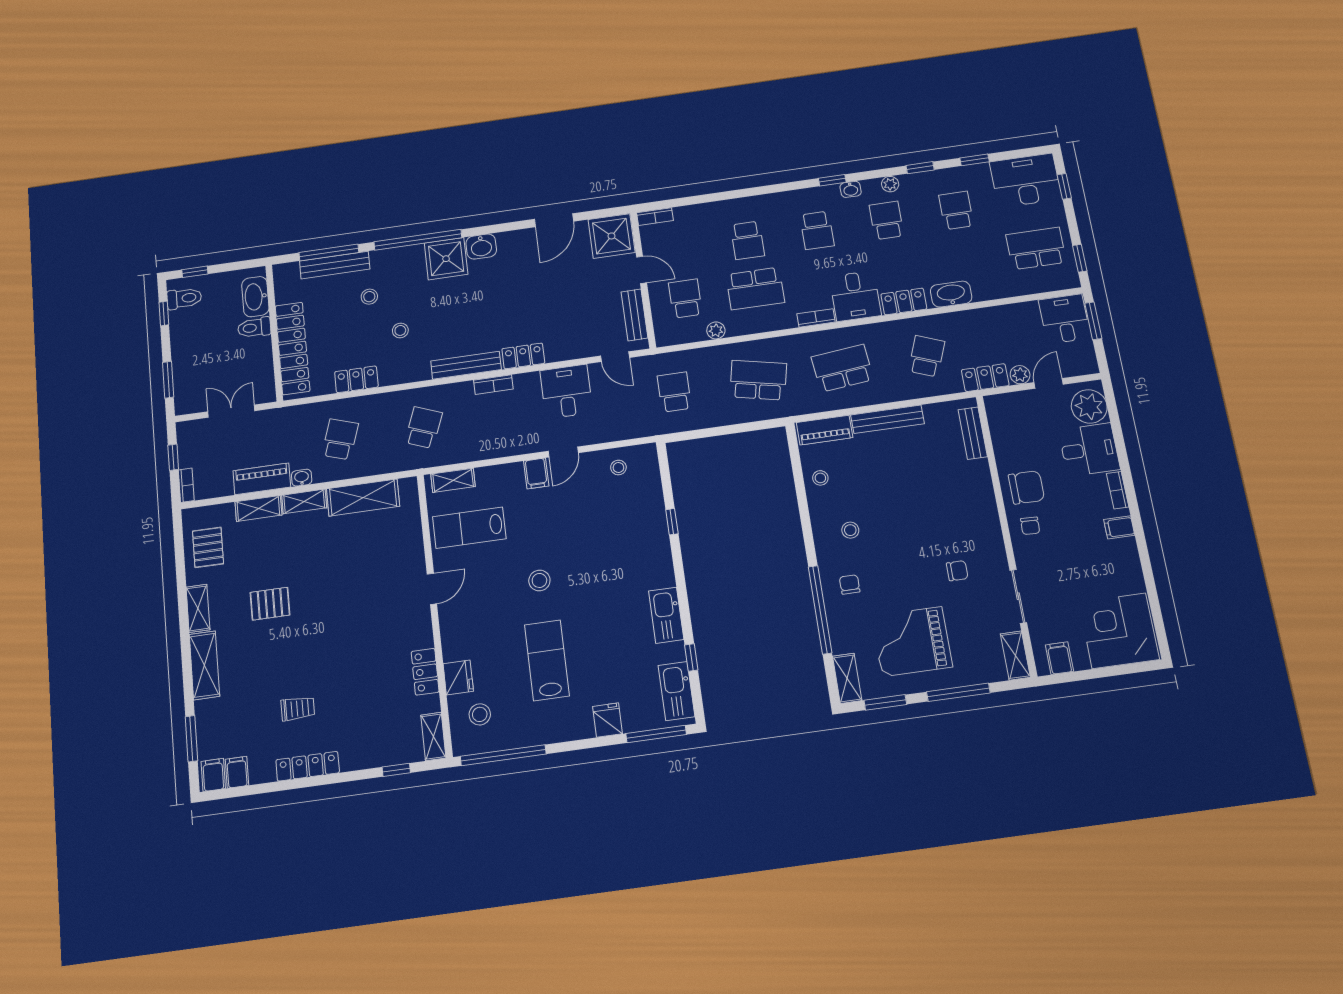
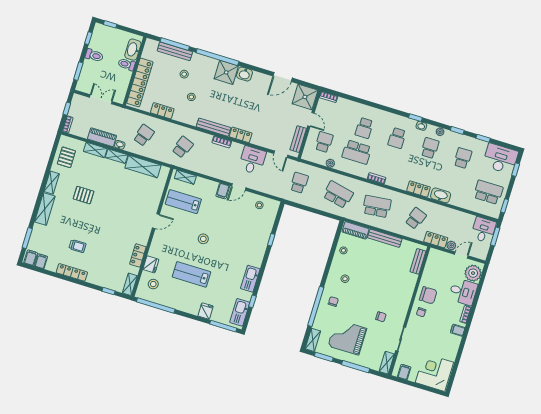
desk: (855, 296) -> (399, 176), removed
toilet: (184, 298) -> (94, 55), moved
lab bench: (547, 660) -> (191, 274), turned -90

